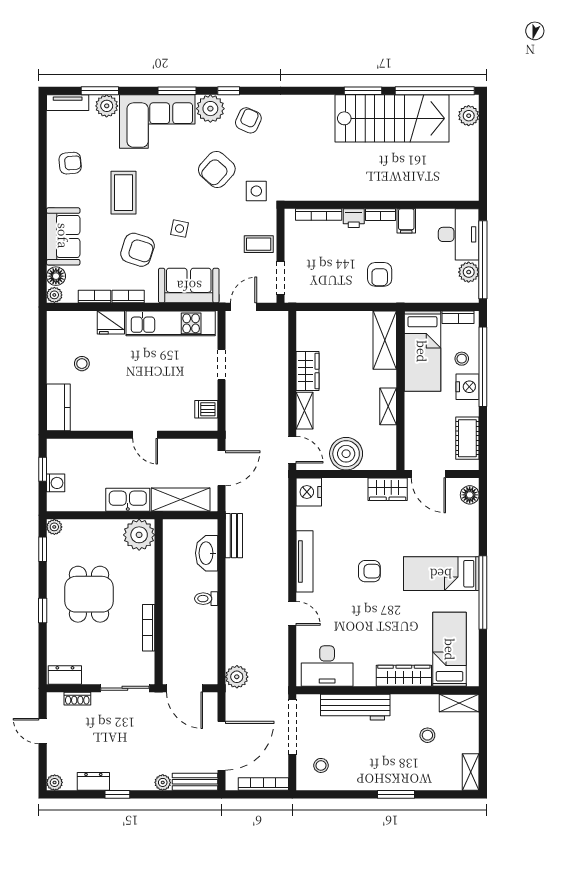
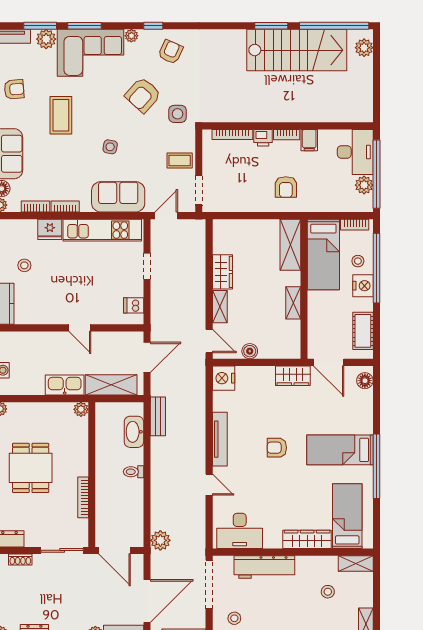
window: (177, 91) -> (85, 26), moved
plant: (210, 109) -> (131, 36), width x0.53, depth x0.53
armchair: (137, 250) -> (73, 165), removed
boiler: (346, 454) -> (250, 351), width x0.54, depth x0.54
plant: (139, 535) -> (81, 409), width x0.53, depth x0.53
armchair: (369, 571) -> (277, 448), turned 180

